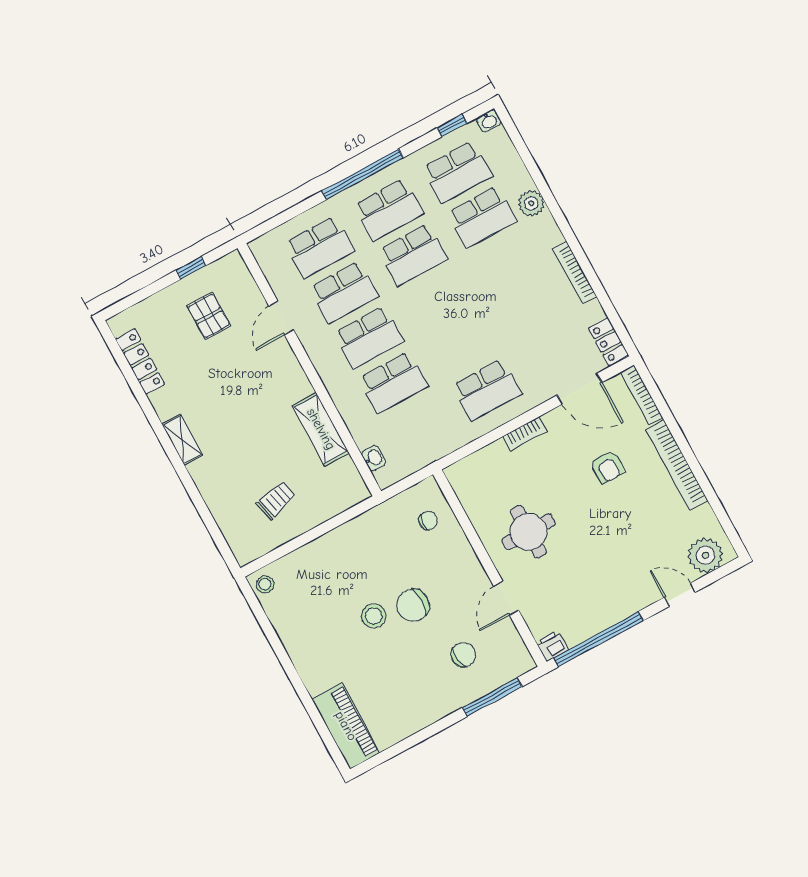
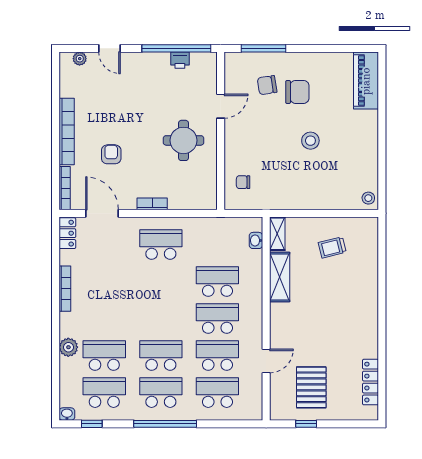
pallet: (209, 316) -> (311, 387), width x1.50, depth x1.42
shelving: (182, 440) -> (277, 234), moved
plant: (705, 555) -> (80, 59), width x0.53, depth x0.53
chair: (413, 605) -> (297, 92), moved
printer: (552, 646) -> (180, 60), moved

